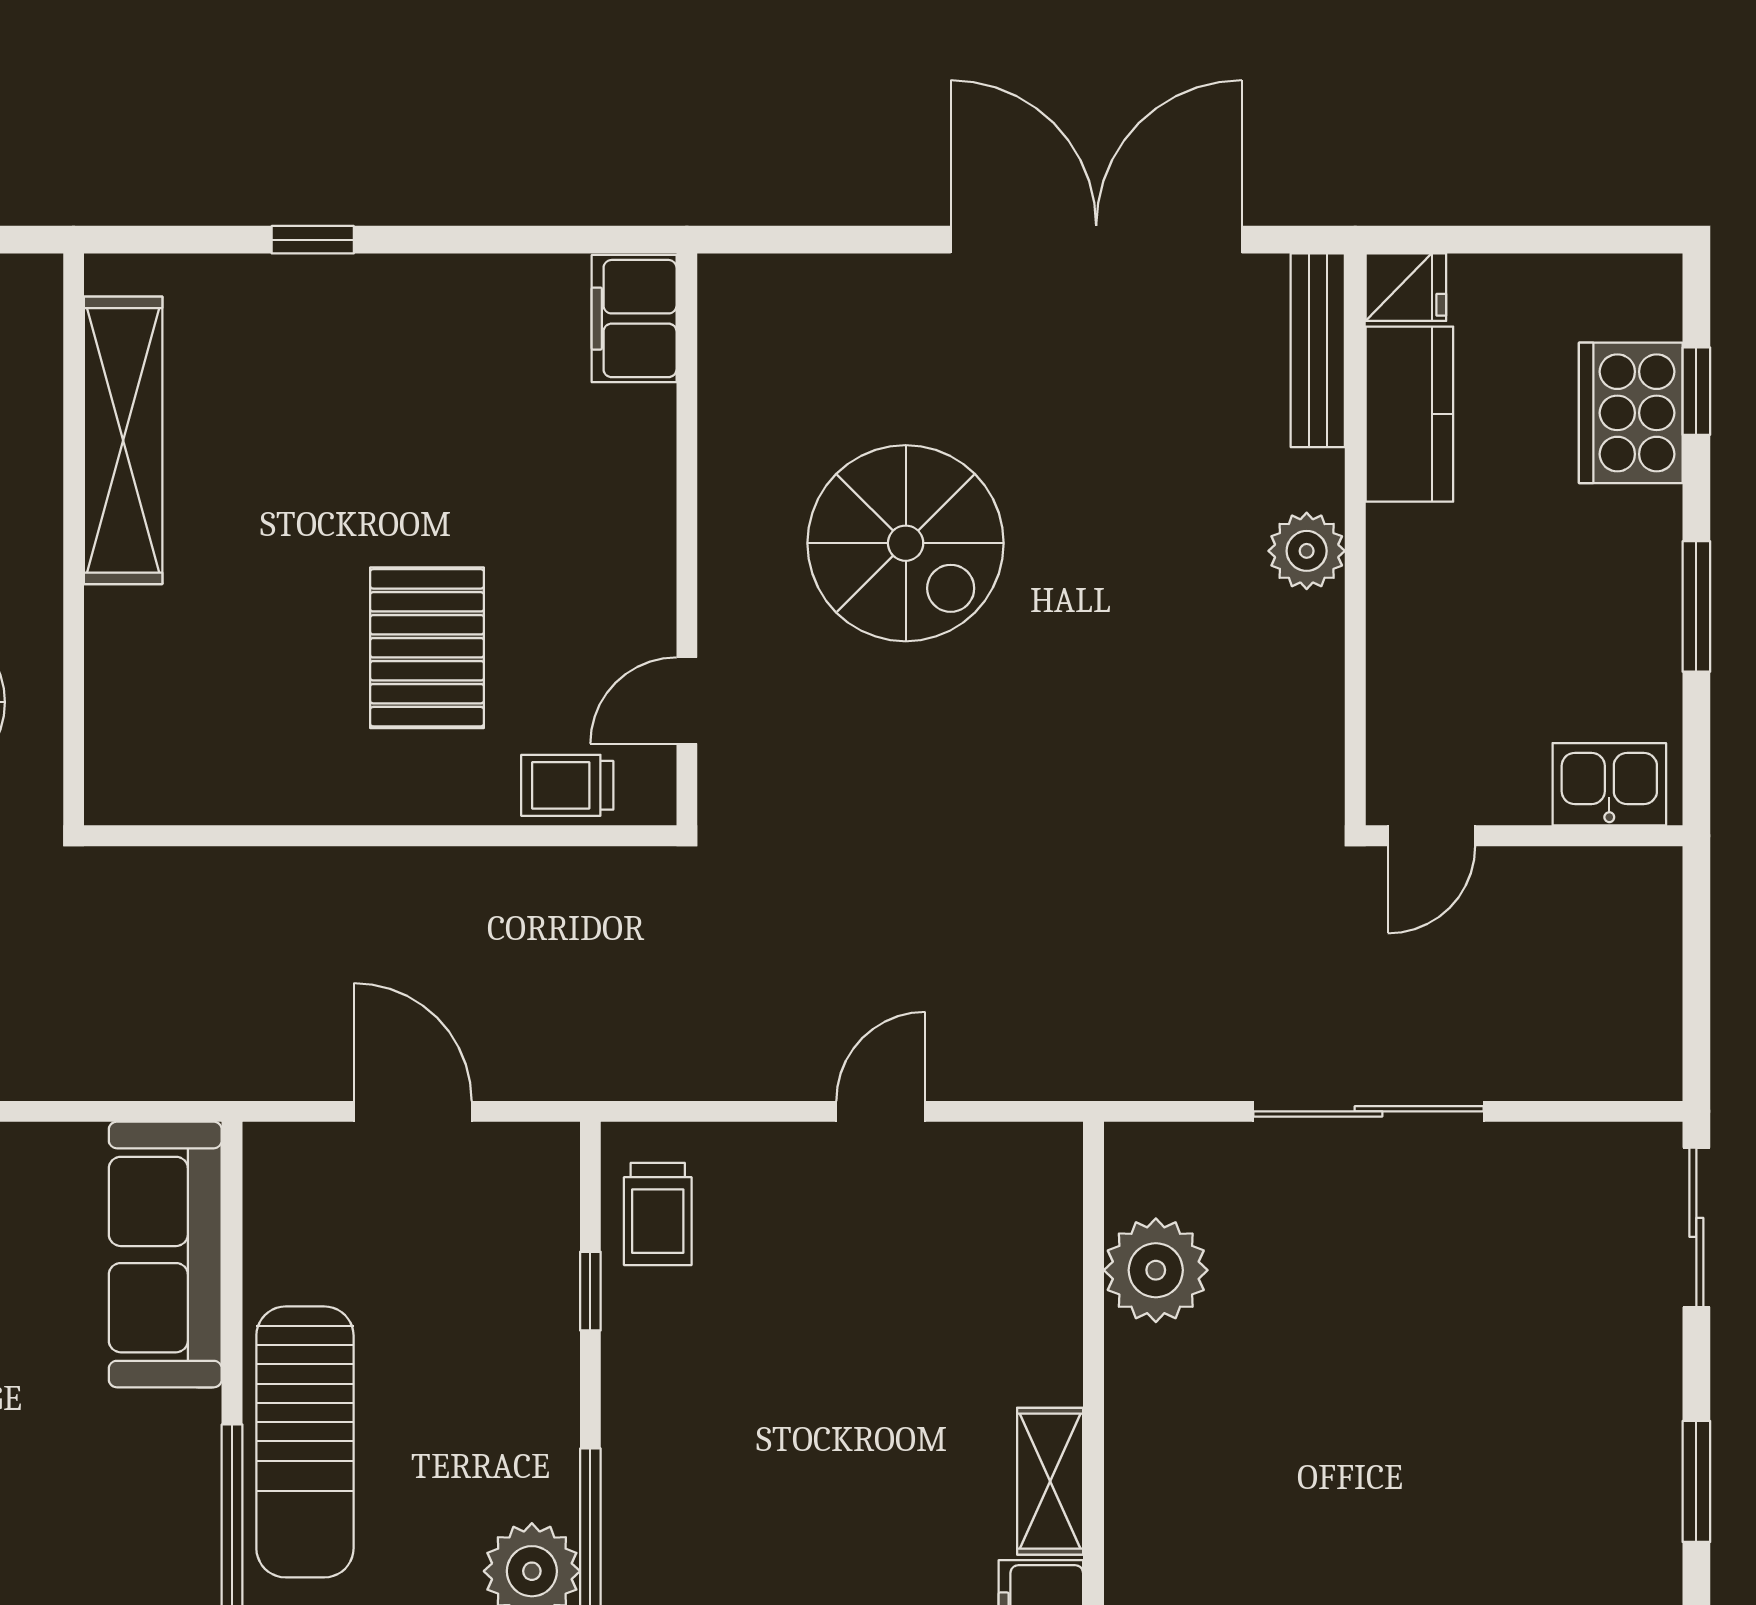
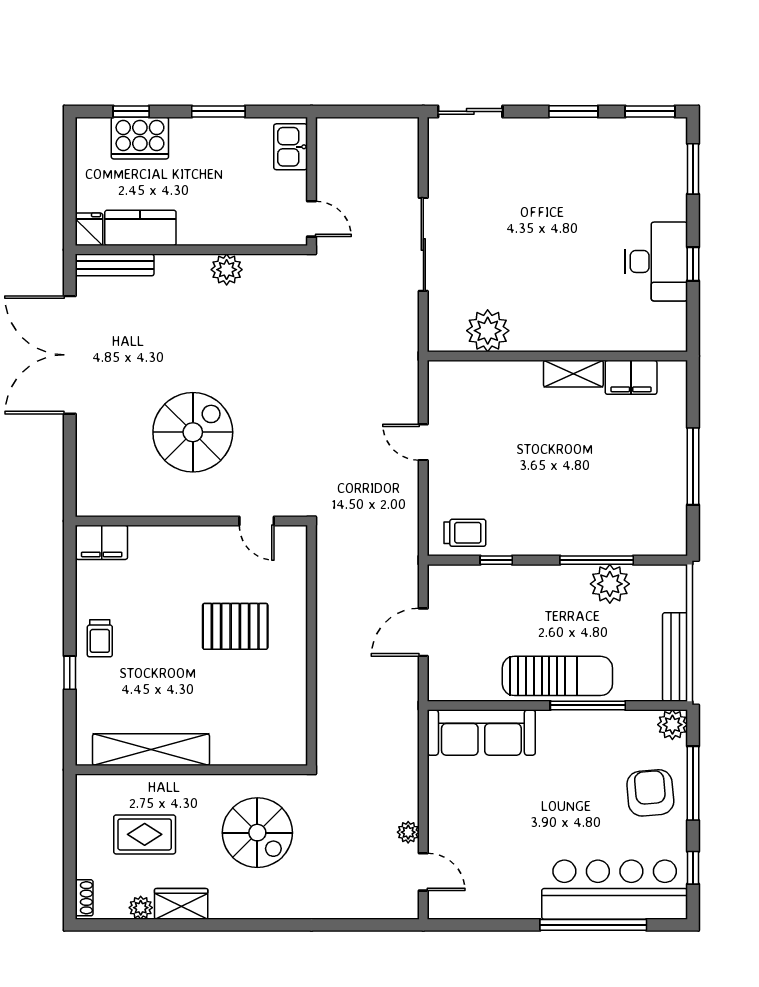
plant: (1307, 551) -> (227, 270), moved
trolley: (567, 785) -> (100, 638), moved

